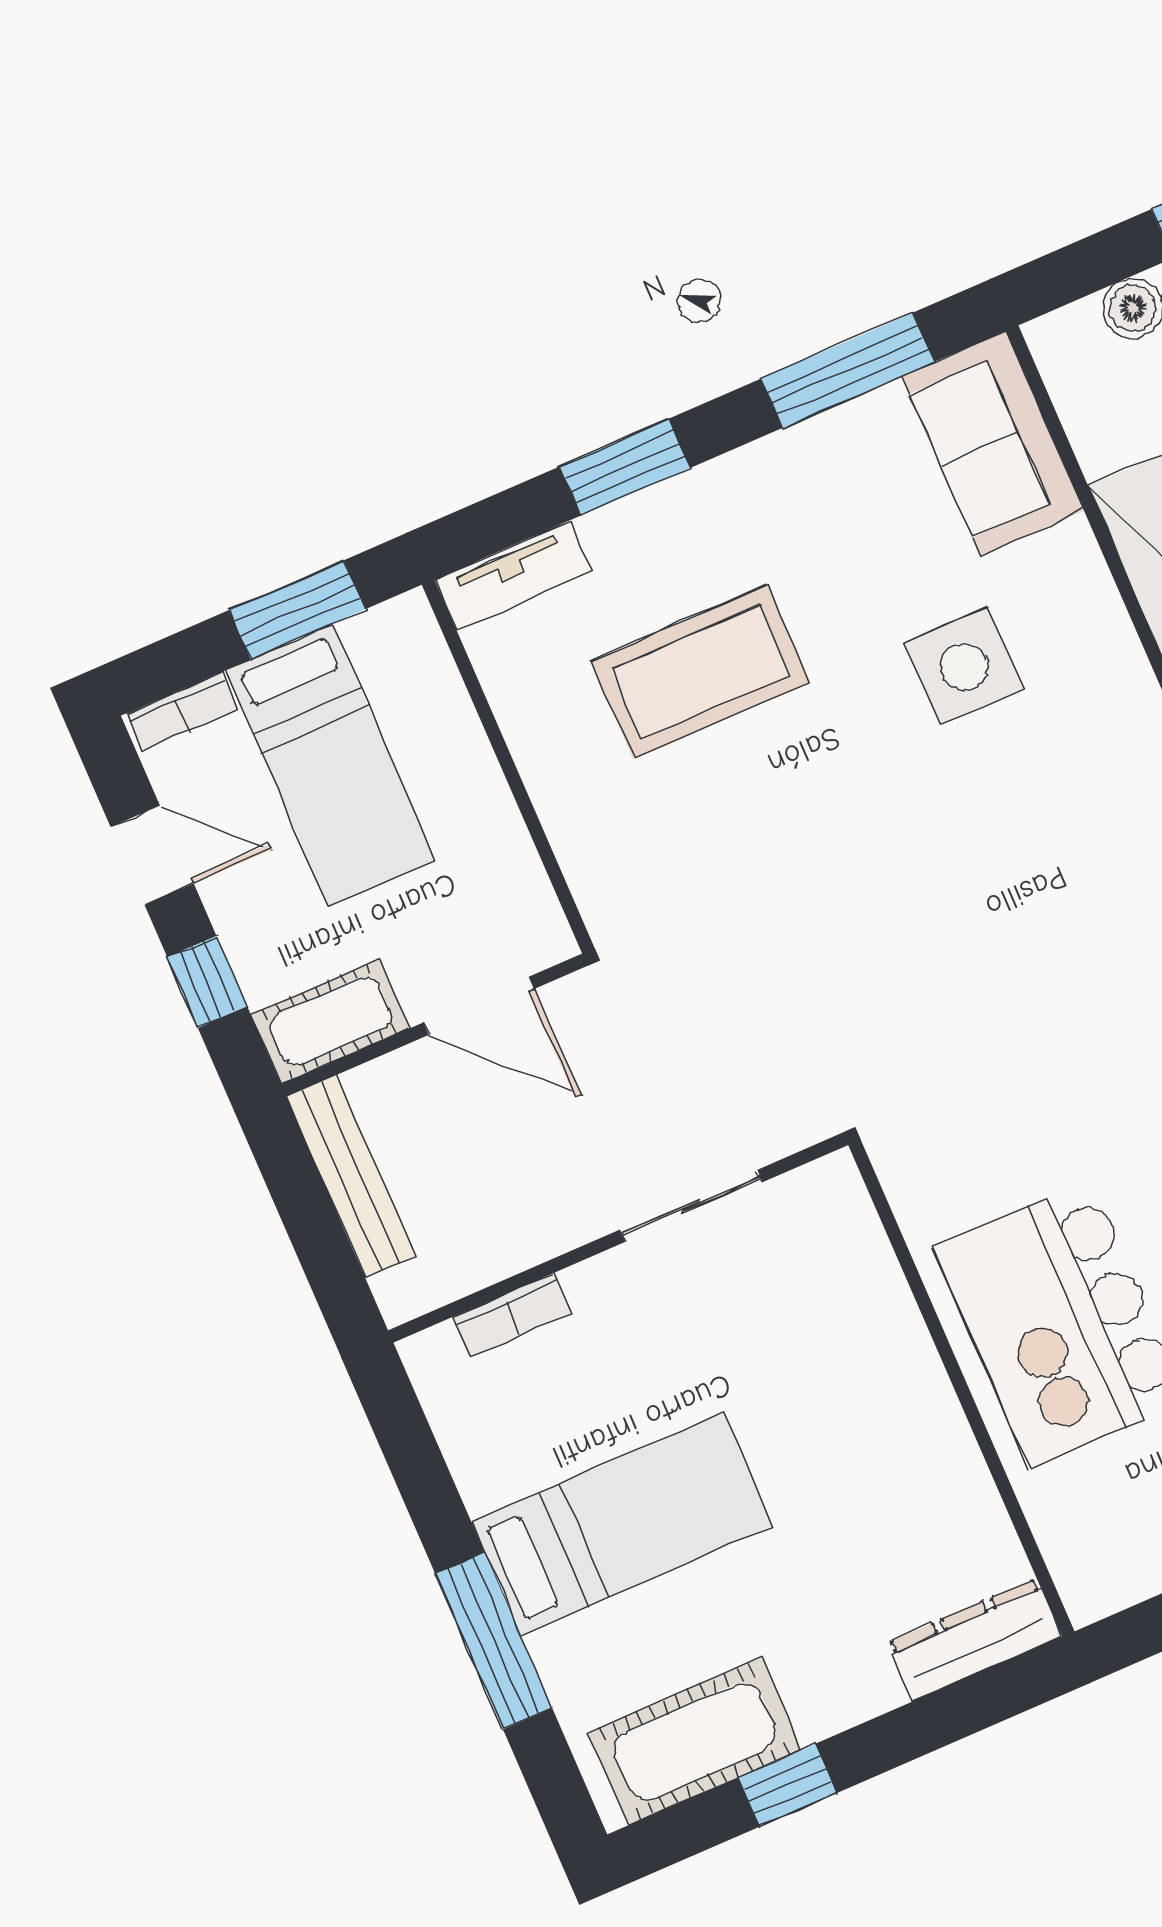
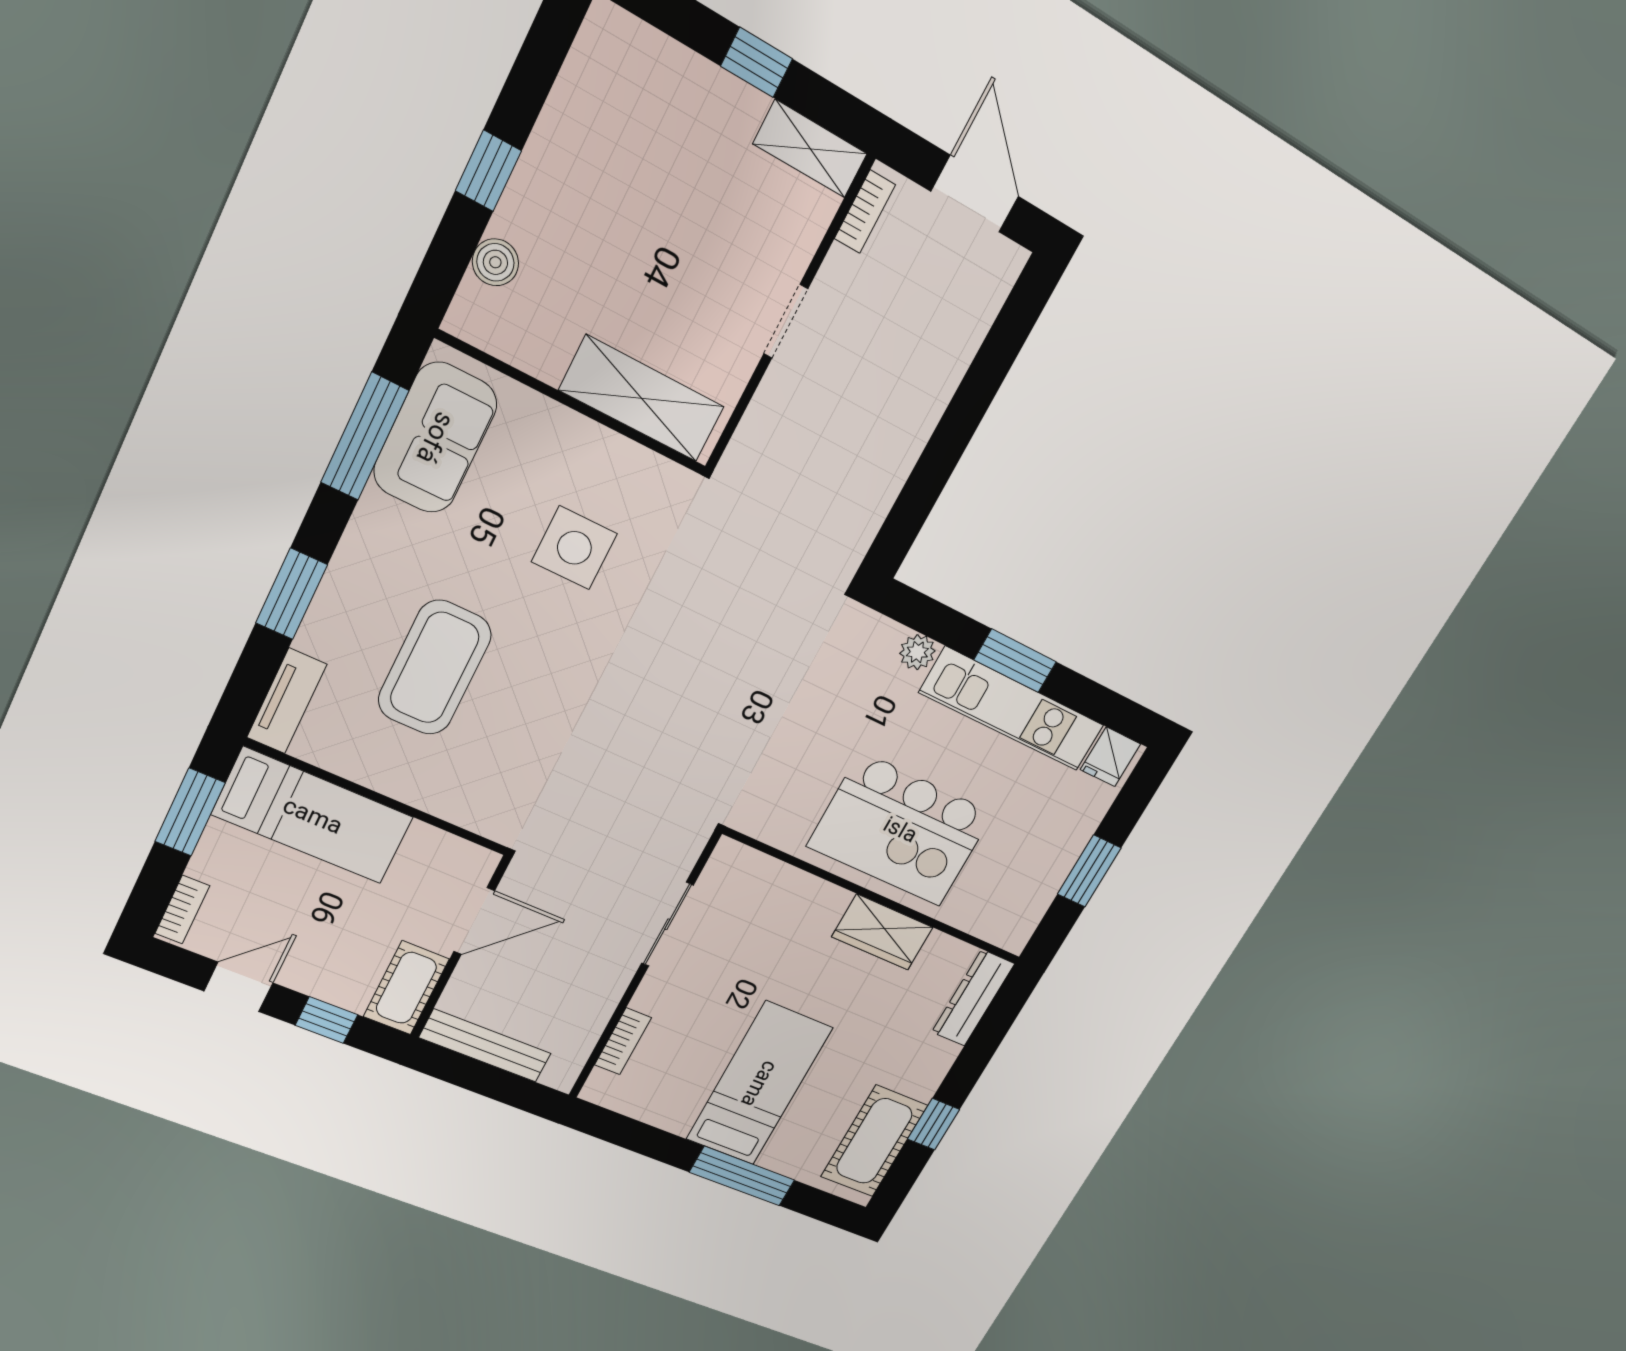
sofa: (993, 443) -> (435, 438), moved, turned -90
bed: (330, 765) -> (313, 816), moved
wardrobe: (934, 1444) -> (882, 932), added

